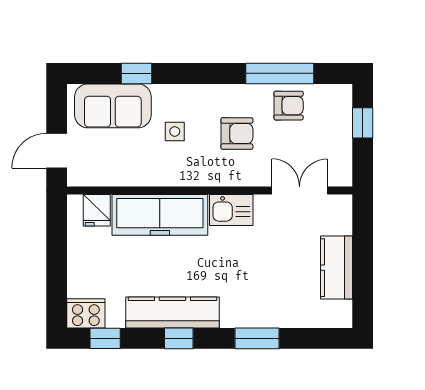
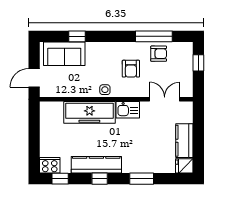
side table: (175, 131) -> (105, 90), moved
armchair: (237, 134) -> (131, 69), turned 90
fridge: (97, 210) -> (184, 166), moved, turned 90

